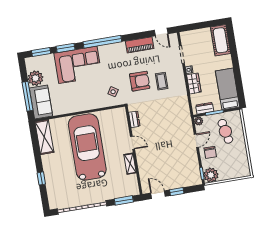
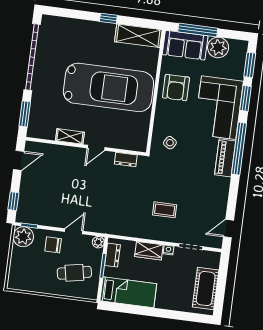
cot: (220, 40) -> (206, 289), moved, turned 90
piano: (140, 45) -> (225, 158), moved
armchair: (140, 81) -> (176, 88), moved
door: (196, 141) -> (74, 231), swing flipped
window: (41, 178) -> (108, 18), moved
window: (177, 192) -> (13, 201), moved

